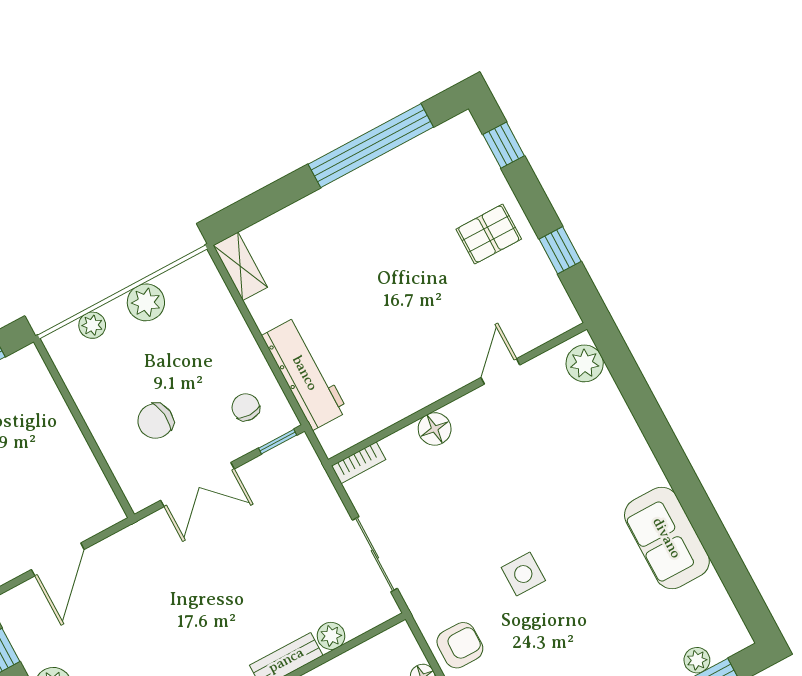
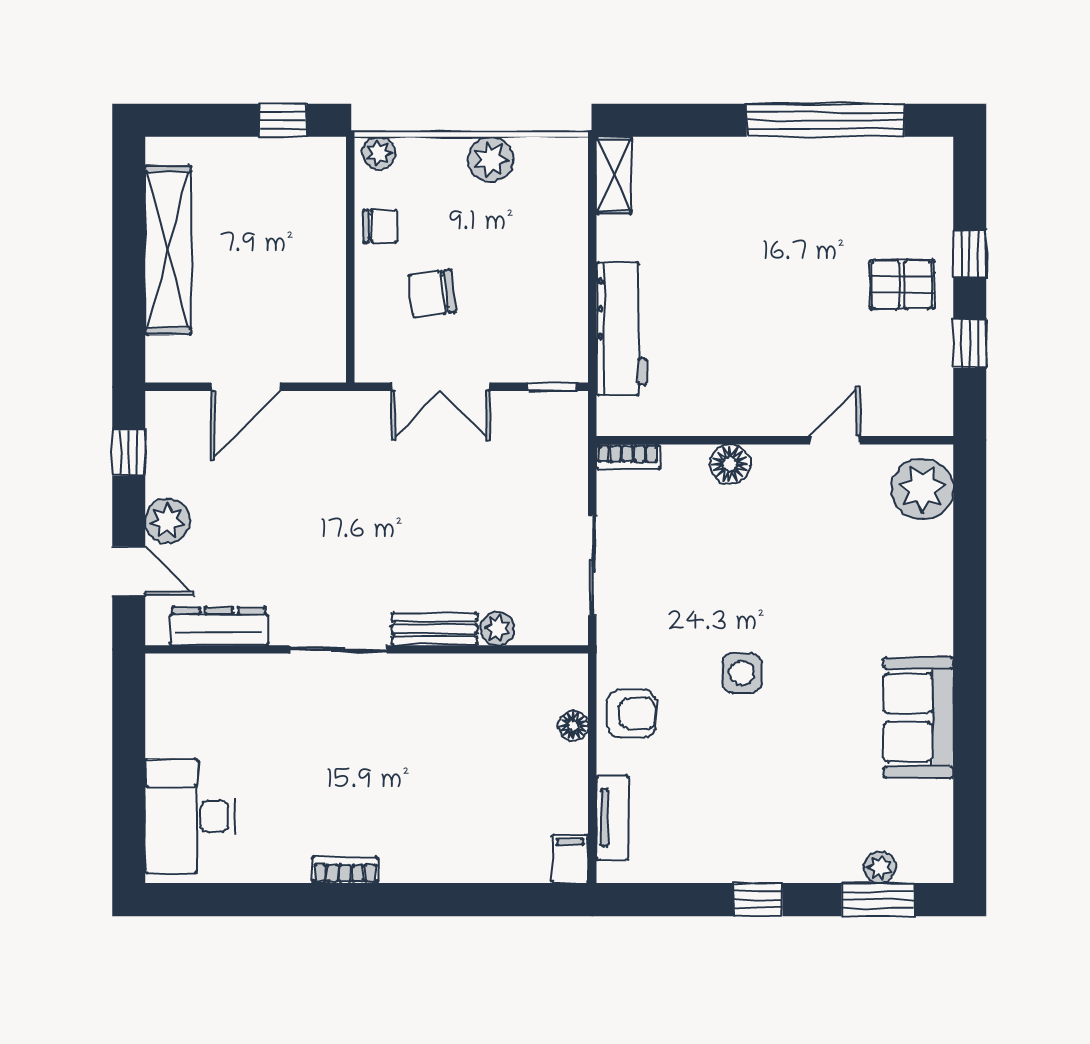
window: (504, 145) -> (970, 254), moved
plant: (92, 325) -> (379, 153), moved
plant: (585, 363) -> (922, 489), width x1.36, depth x1.36
chair: (246, 407) -> (380, 226), moved, turned 90

